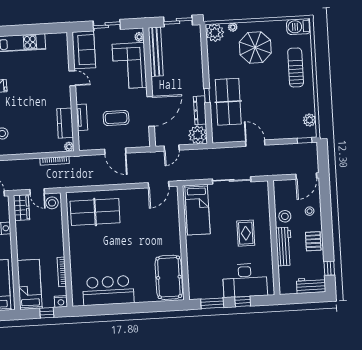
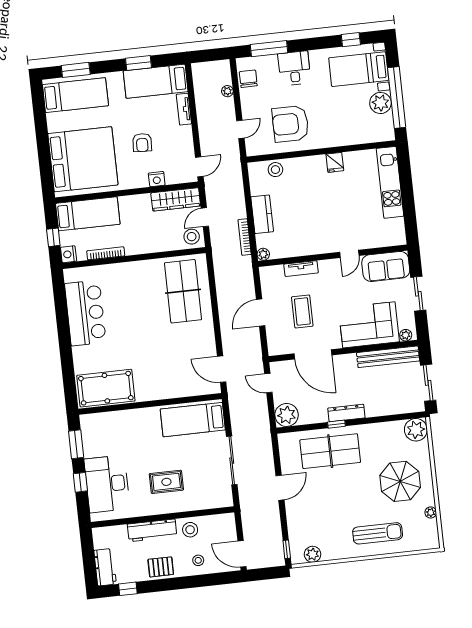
plant: (233, 27) -> (431, 512), moved
barbecue: (299, 27) -> (429, 535), removed
dresser: (200, 110) -> (346, 413), moved
kitchen counter: (65, 123) -> (262, 214), moved, turned 90
wardrobe: (21, 208) -> (176, 199), width x1.50

